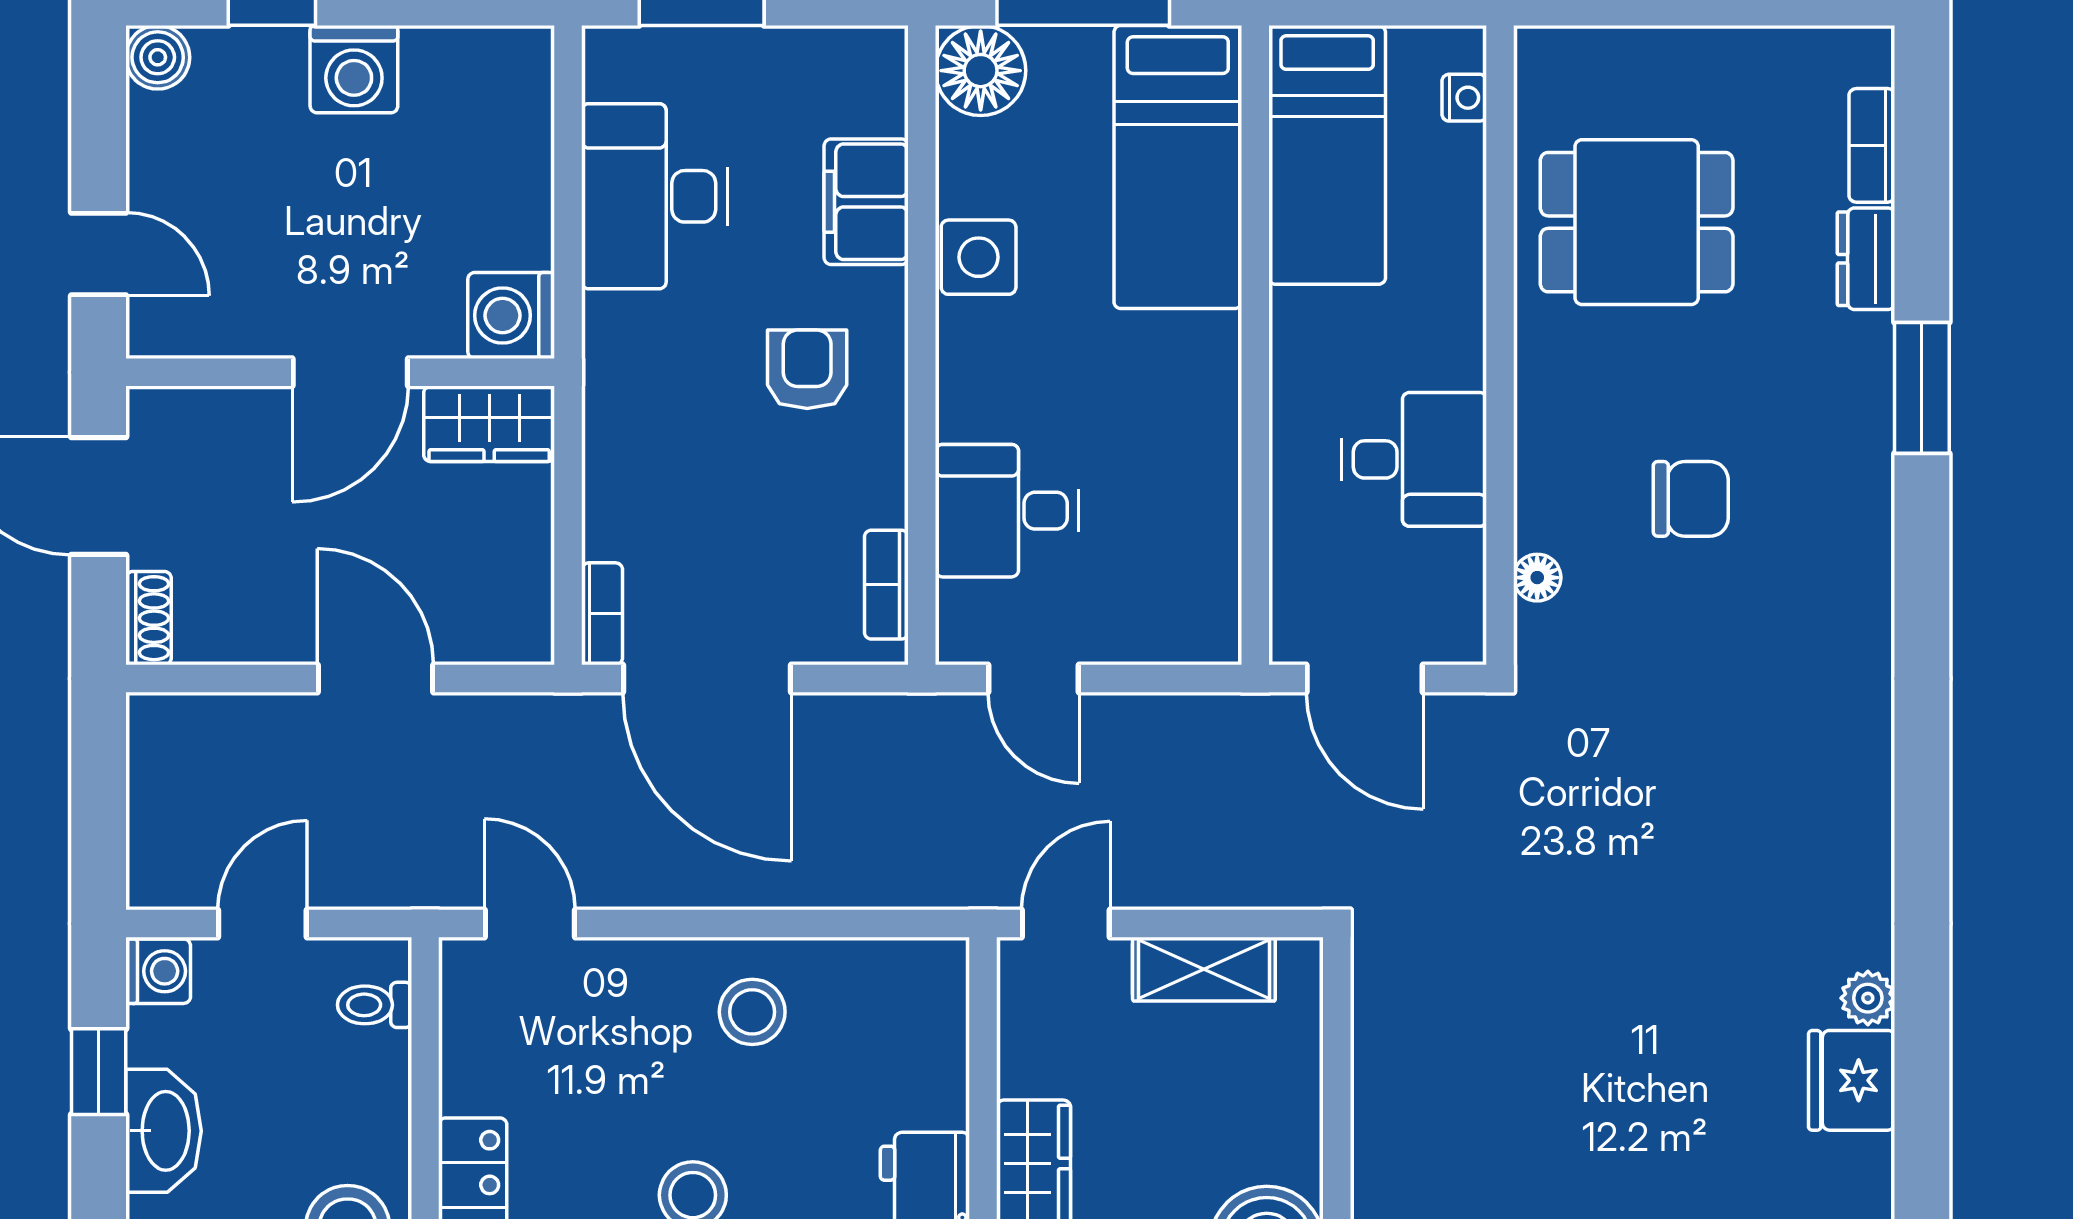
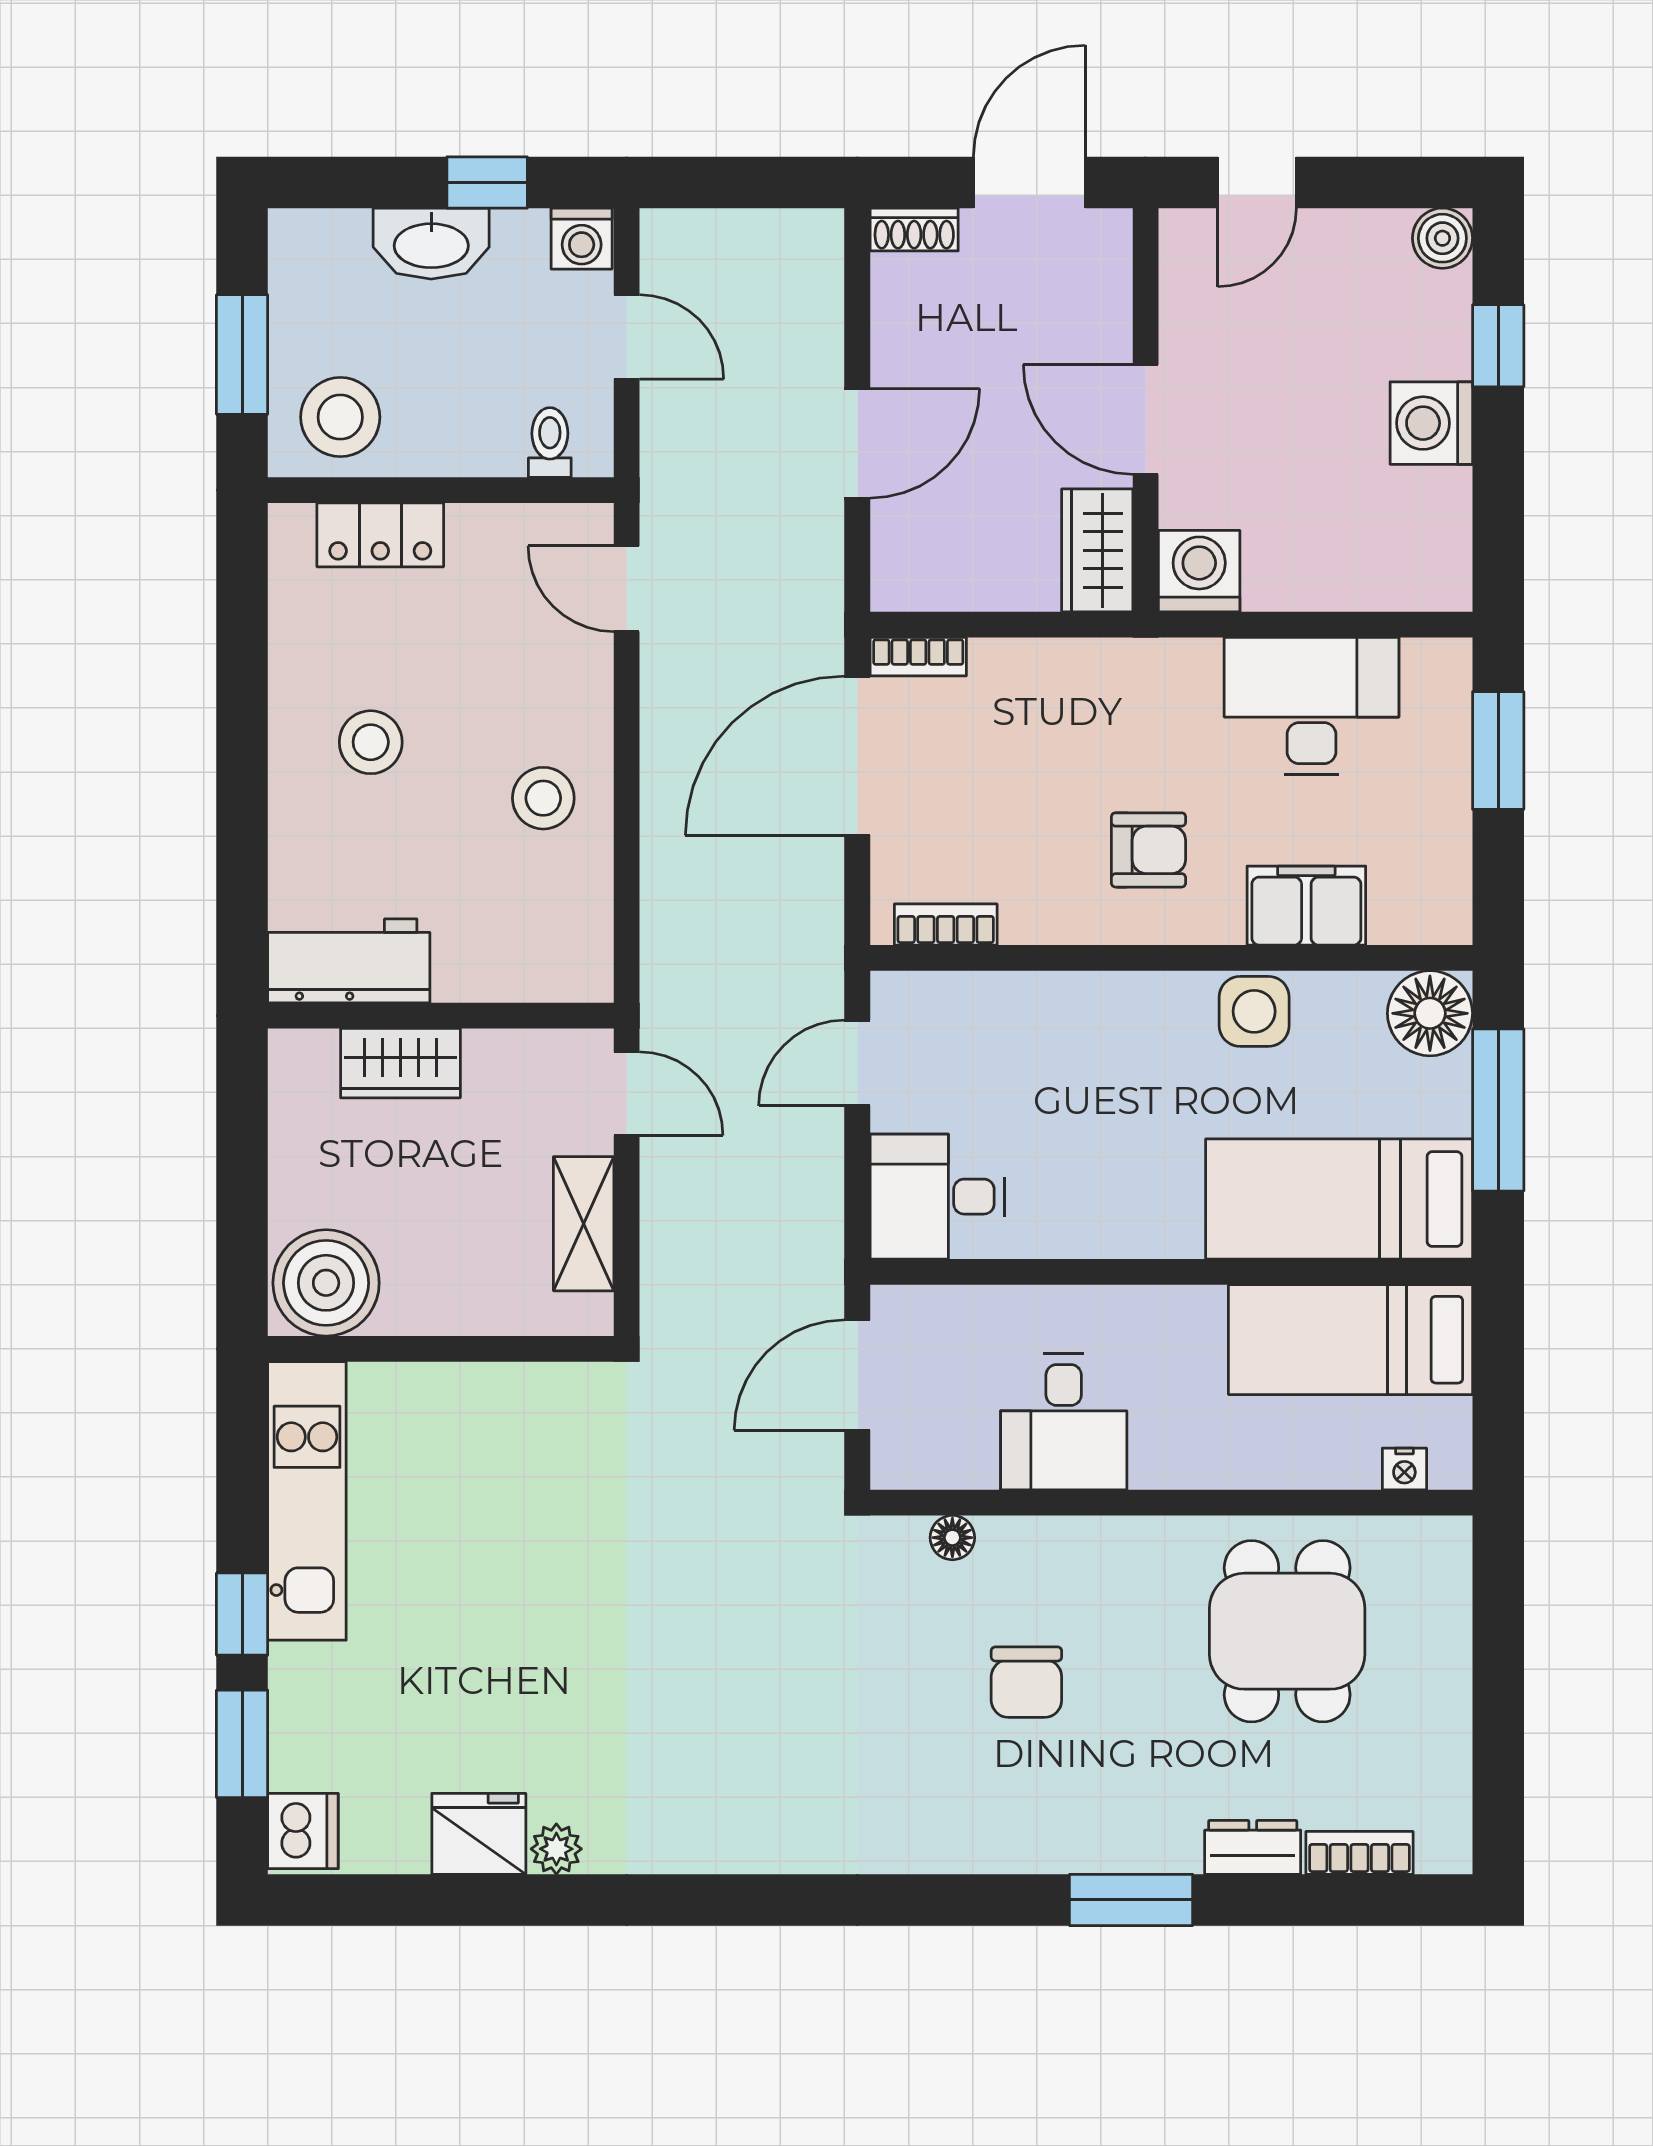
desk: (1007, 511) -> (938, 1197), moved, turned -90
door: (530, 923) -> (627, 589), swing flipped

